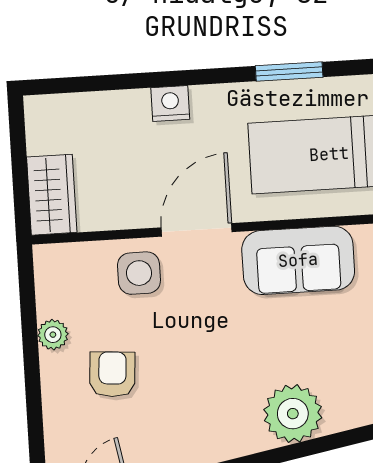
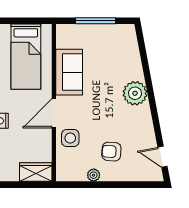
door: (197, 230) -> (54, 113), hinge flipped
plant: (293, 414) -> (135, 93), moved

